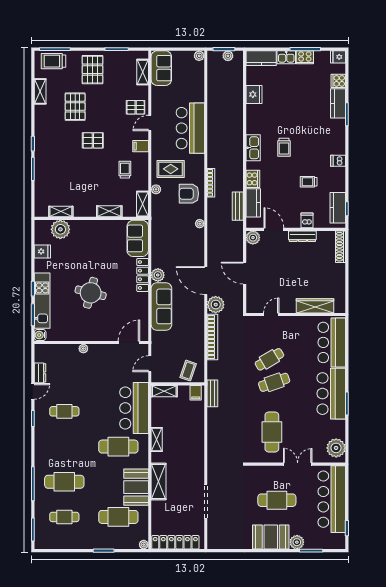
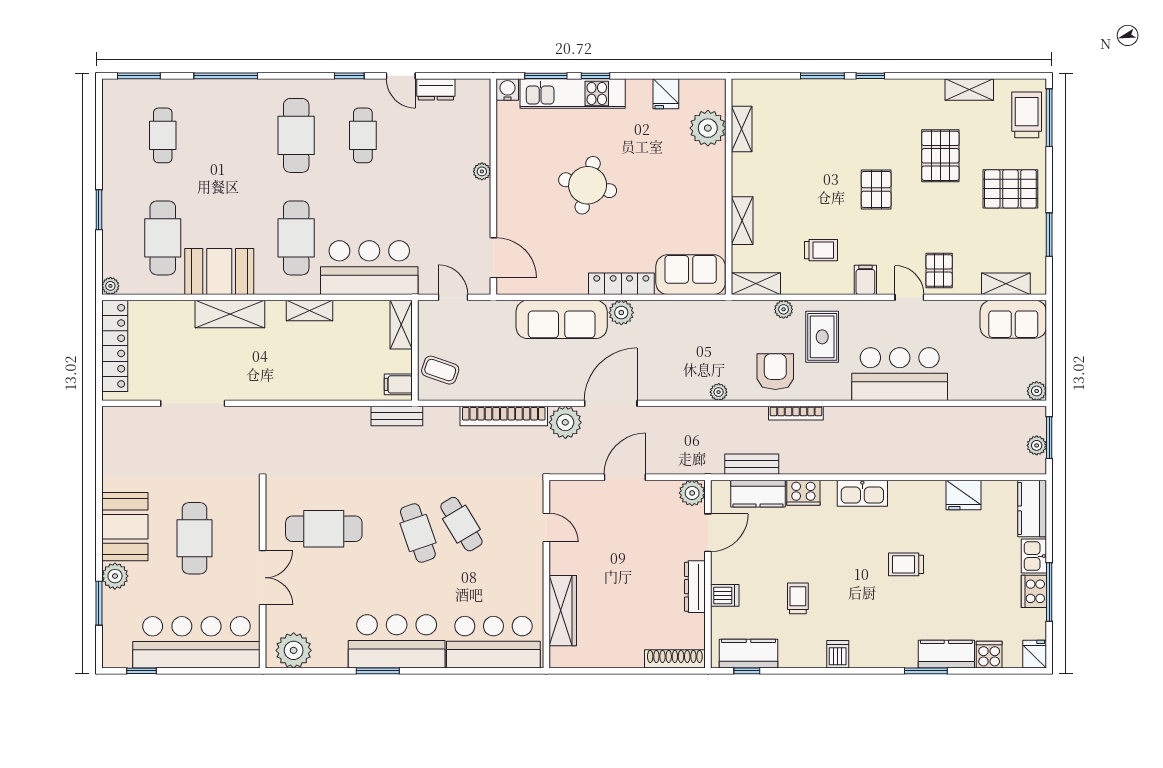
pallet: (75, 107) -> (940, 156), turned 90
trolley: (284, 147) -> (906, 564), moved
cafe table: (64, 482) -> (296, 135), moved

